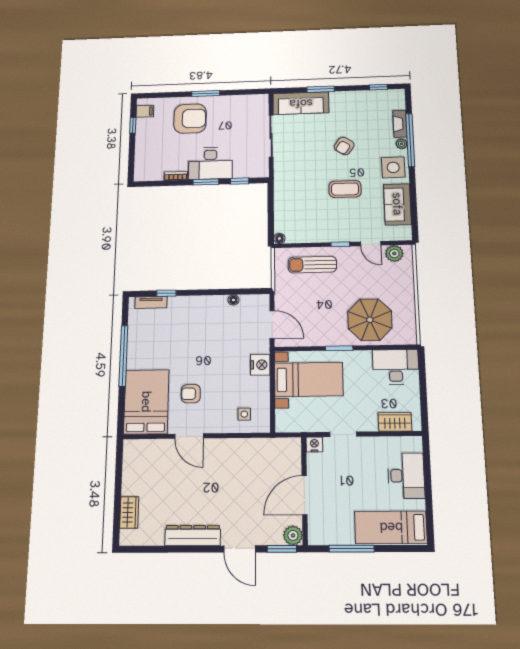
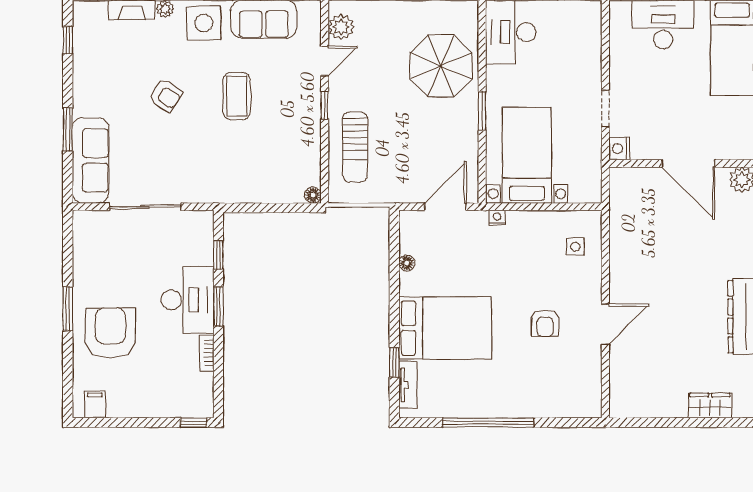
window: (133, 125) -> (194, 423), moved
nightstand: (260, 365) -> (497, 218), width x0.53, depth x0.56
bed: (146, 402) -> (445, 328), moved, turned 180
wardrobe: (395, 422) -> (589, 36), removed

